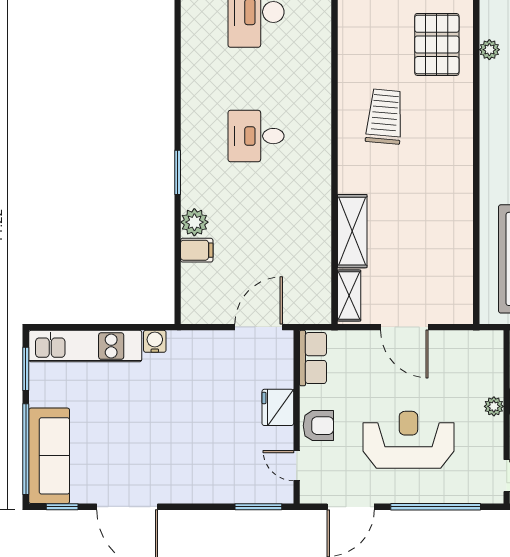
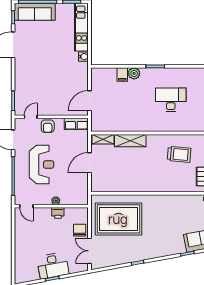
desk: (256, 136) -> (171, 100), width x1.37
door: (259, 327) -> (90, 101), swing flipped
fridge: (278, 407) -> (55, 109), removed

